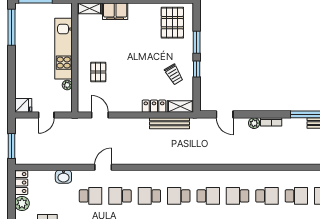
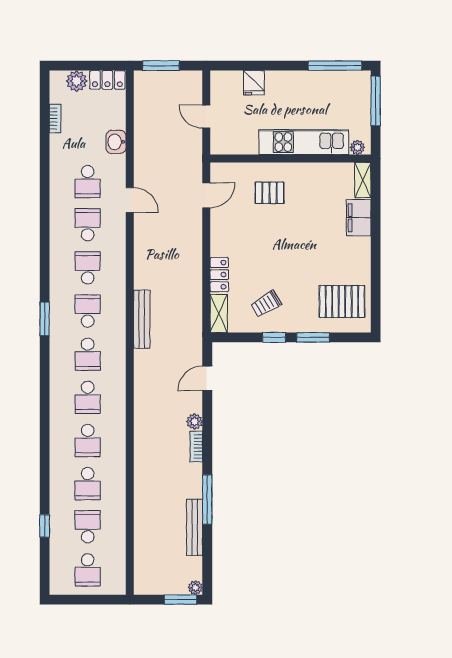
plant: (67, 85) -> (357, 147), moved
fridge: (23, 105) -> (254, 83), moved
bench: (169, 123) -> (142, 319), moved
school desk: (238, 196) -> (88, 397), turned 180

